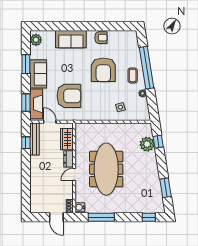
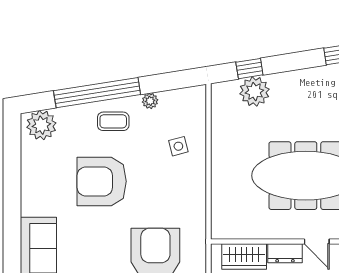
armchair: (101, 38) -> (35, 187), removed
plant: (131, 41) -> (41, 125), added
armchair: (103, 70) -> (102, 181), turned 180

